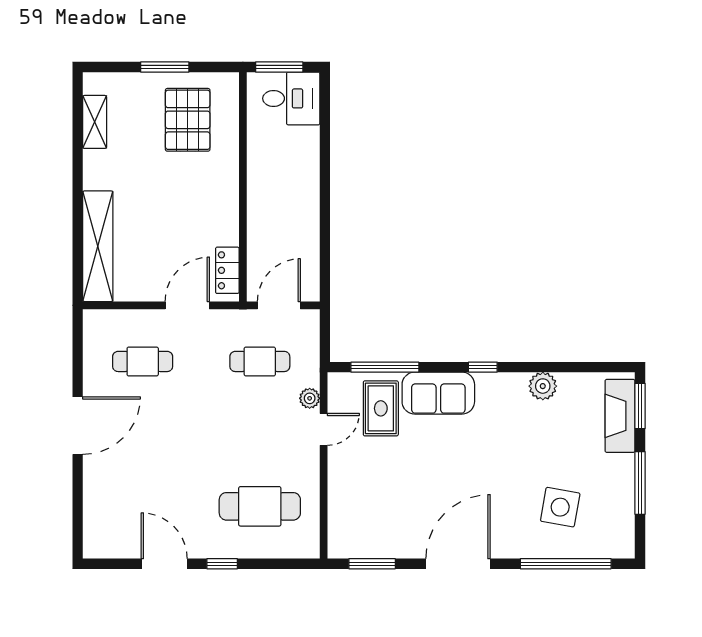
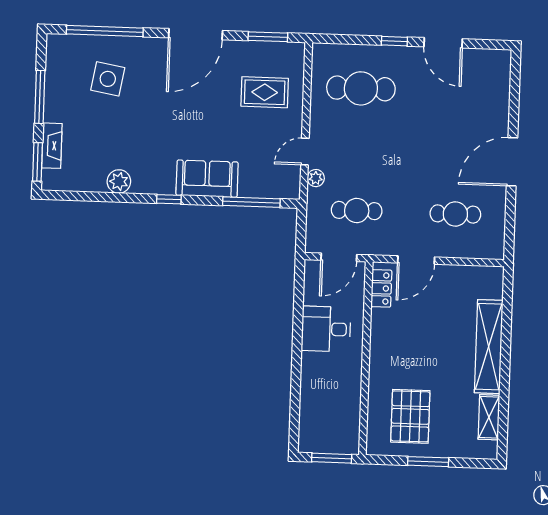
desk: (291, 98) -> (326, 329), moved
shelving: (98, 246) -> (489, 347), moved
rug: (381, 408) -> (265, 92), moved, turned 90
fireplace: (620, 416) -> (52, 146), width x0.73, depth x0.76

